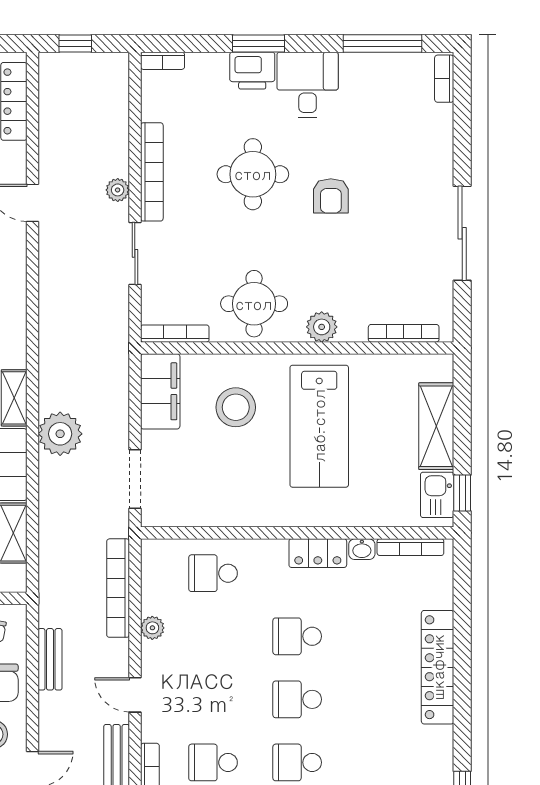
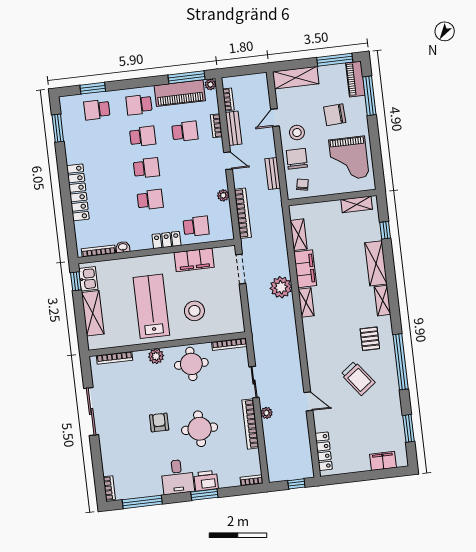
filing cabinet: (160, 391) -> (194, 260), moved, turned -90
locker: (318, 553) -> (167, 240), moved

